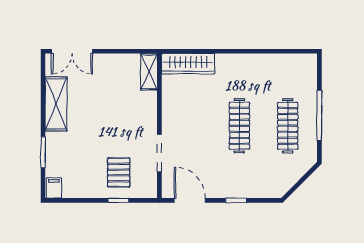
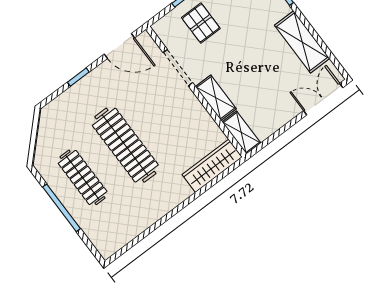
shelving: (149, 111) -> (216, 98), added
clothes rail: (239, 126) -> (125, 145), width x1.37, depth x1.31

